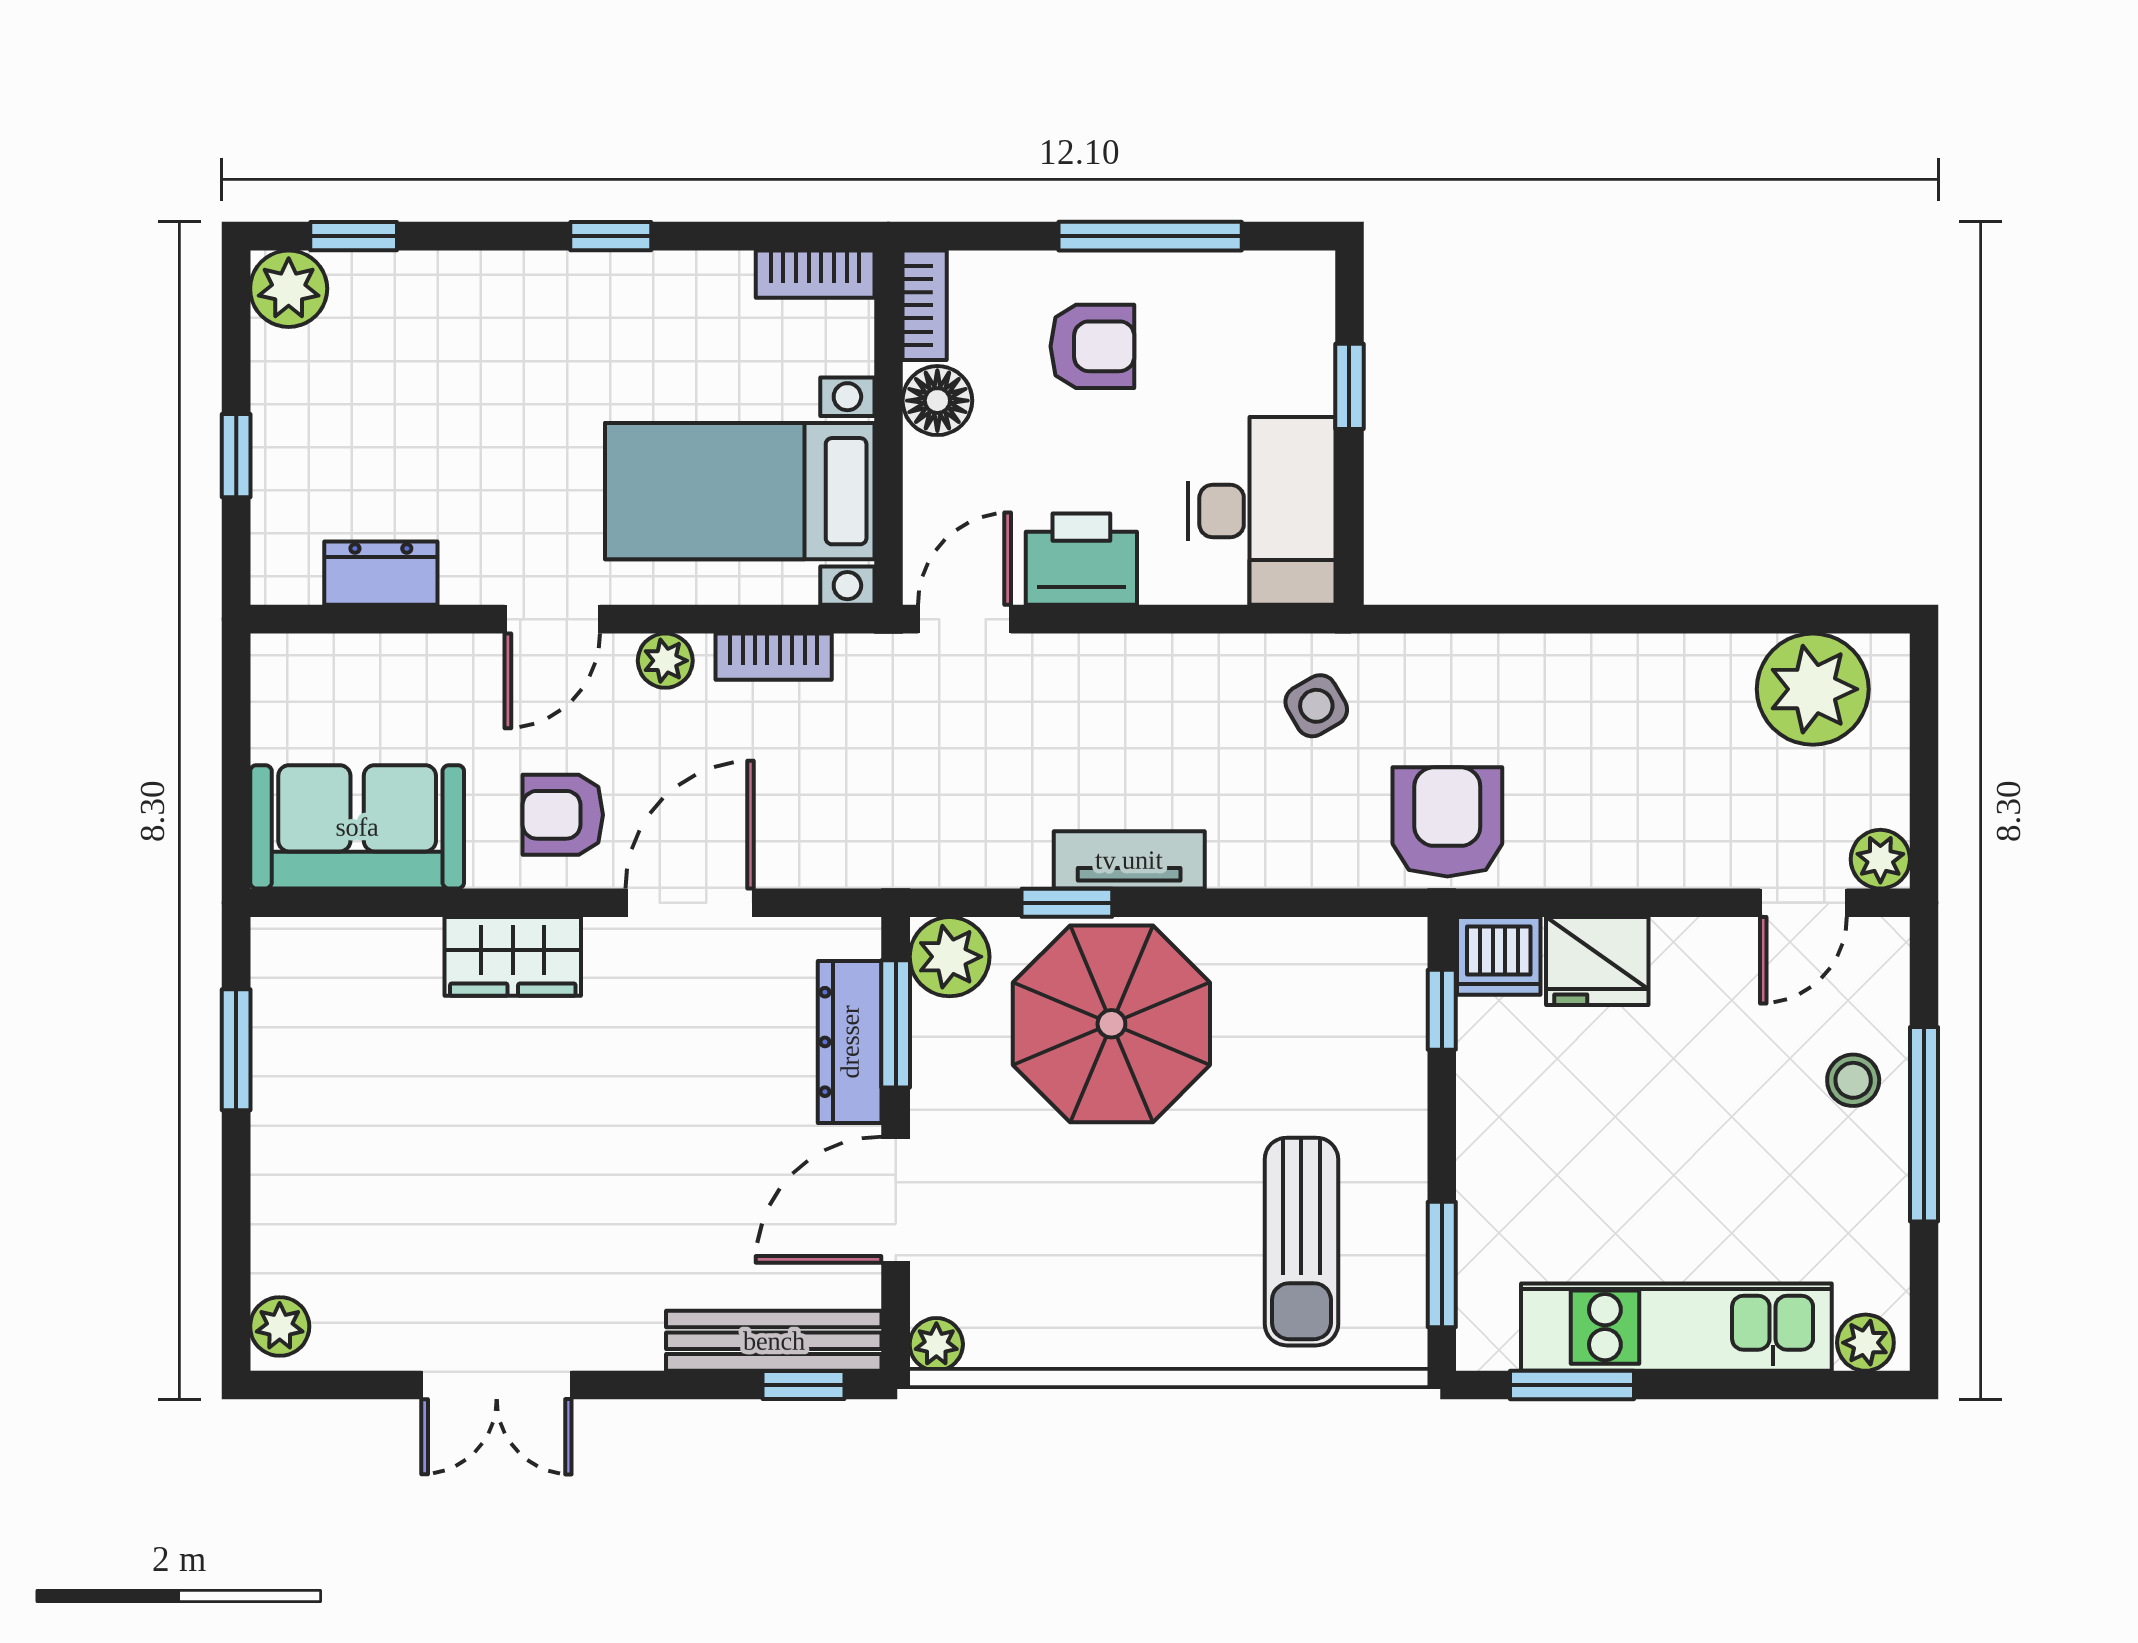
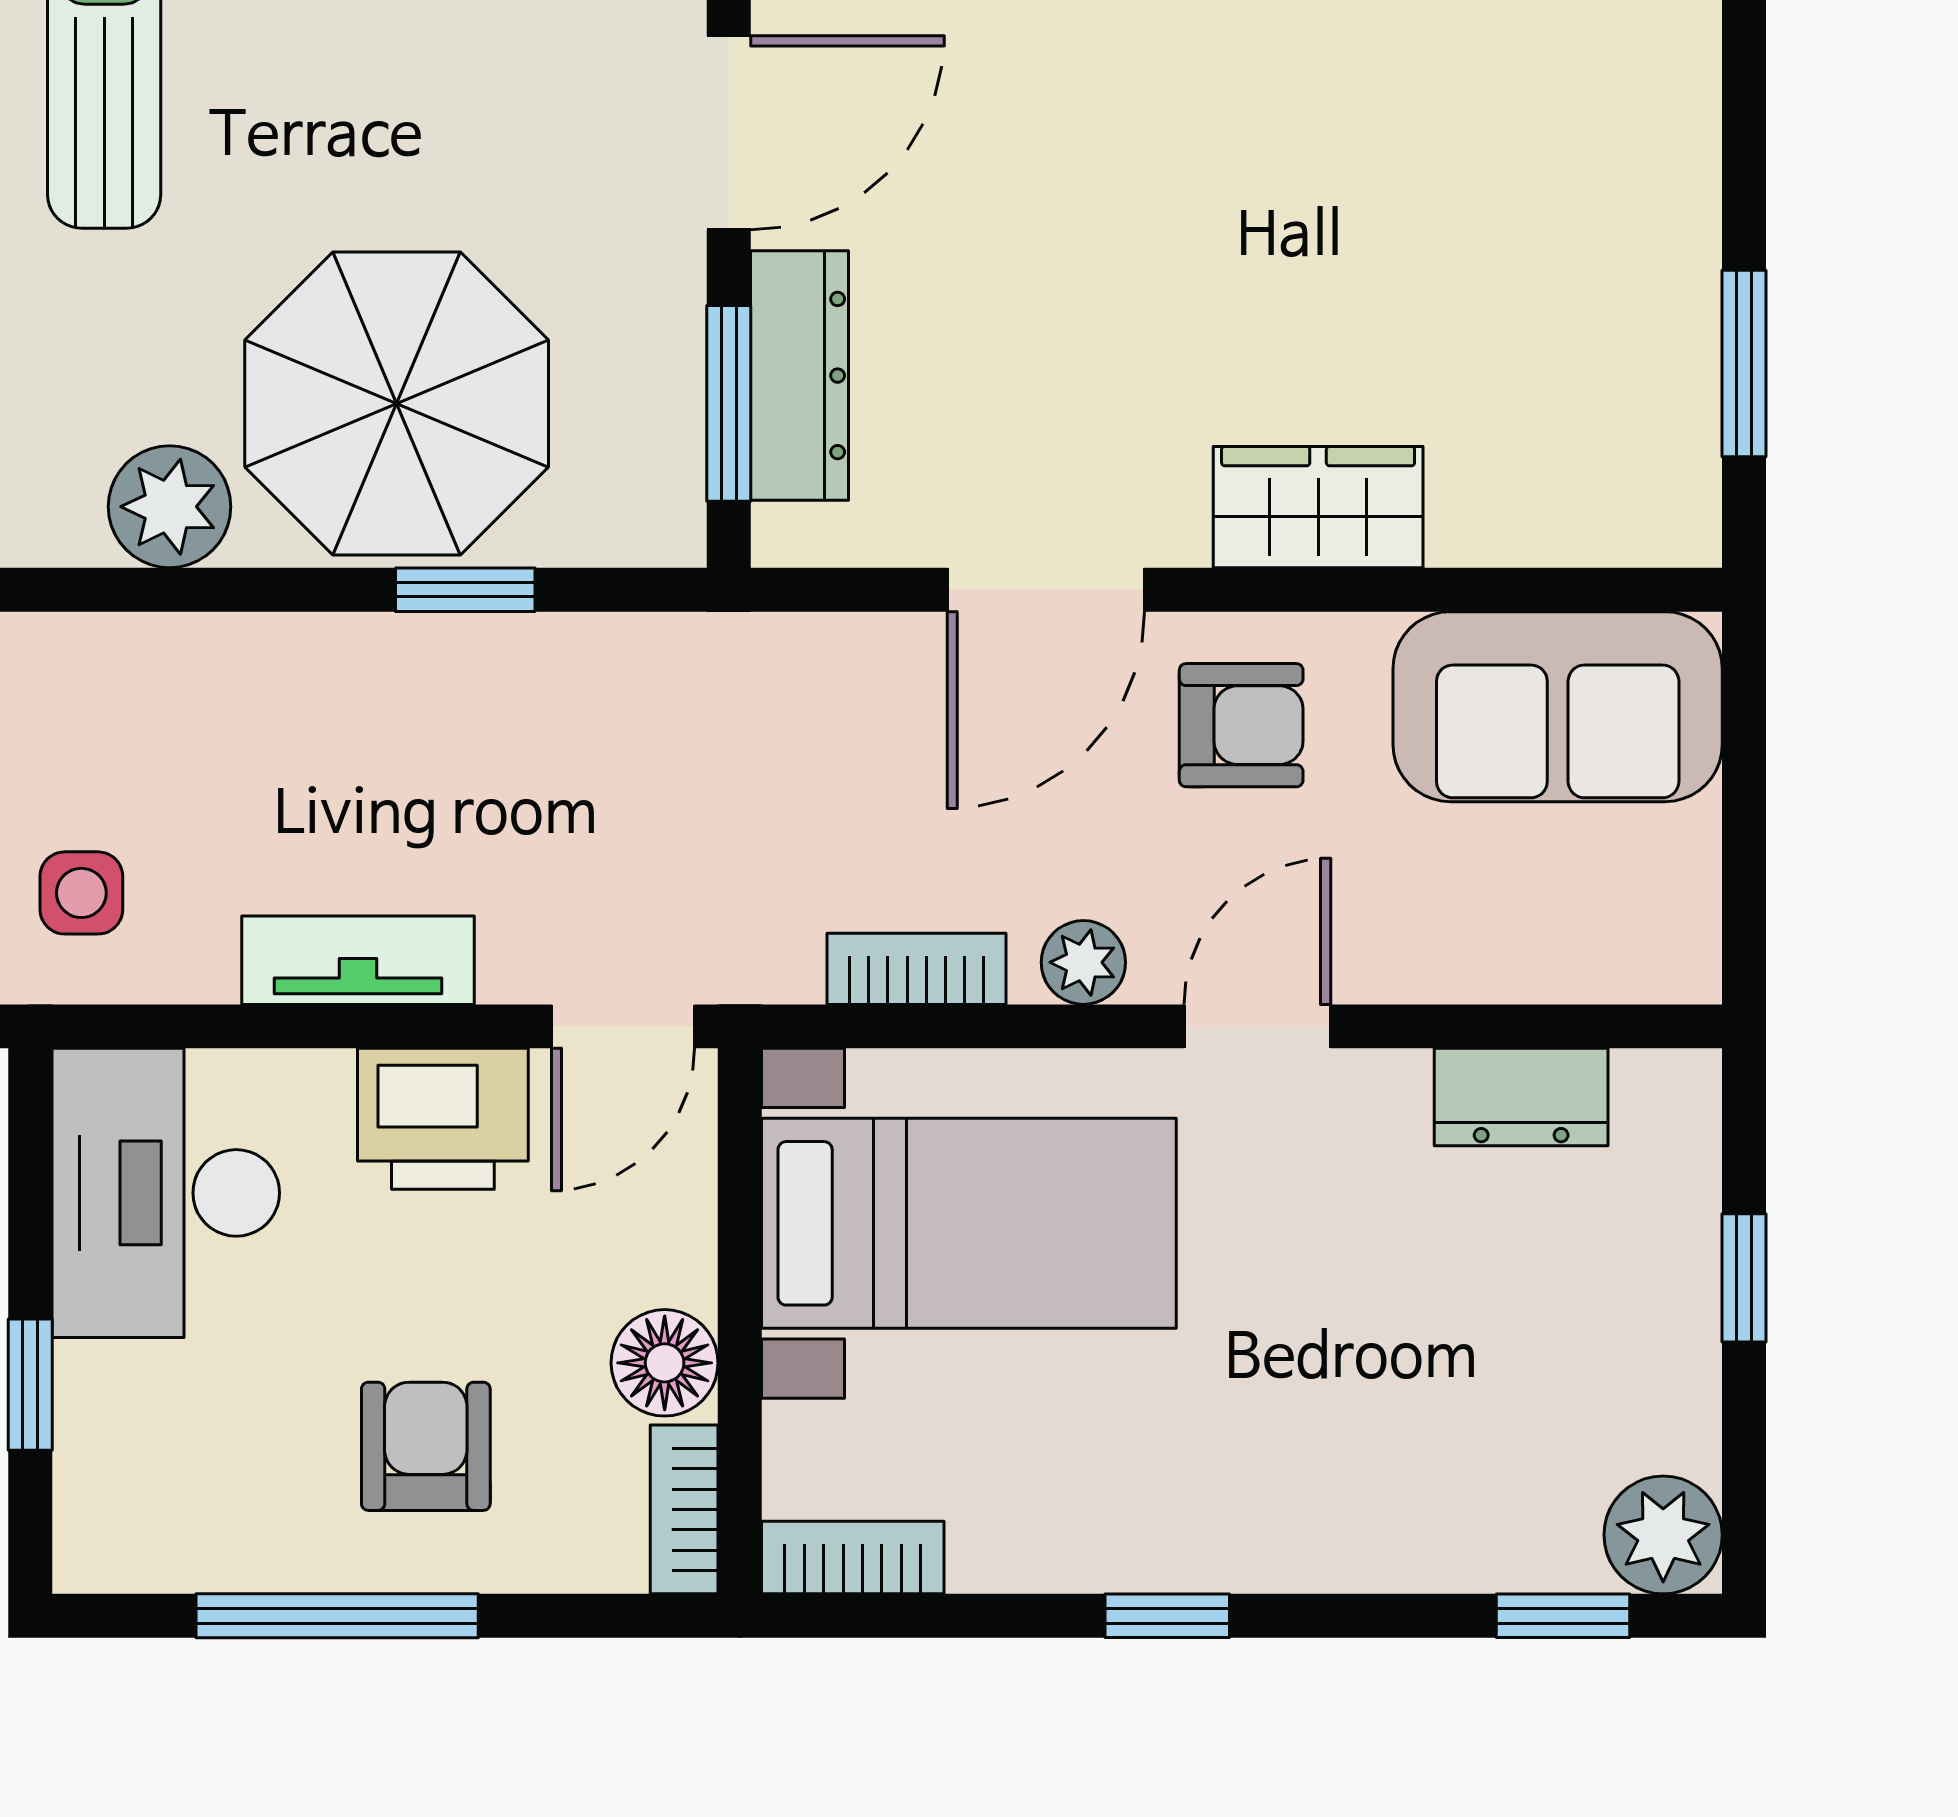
armchair: (1092, 346) -> (426, 1446), turned 90
side table: (1316, 706) -> (81, 893), turned 30
tv unit: (1129, 860) -> (358, 960), moved, turned 180
plant: (950, 957) -> (170, 507), moved

